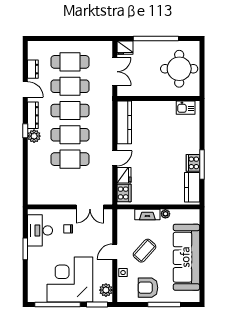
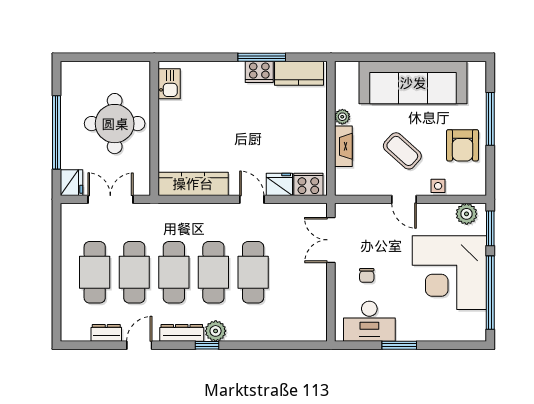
round table: (179, 69) -> (115, 124), moved
double door: (90, 207) -> (331, 240), swing flipped

